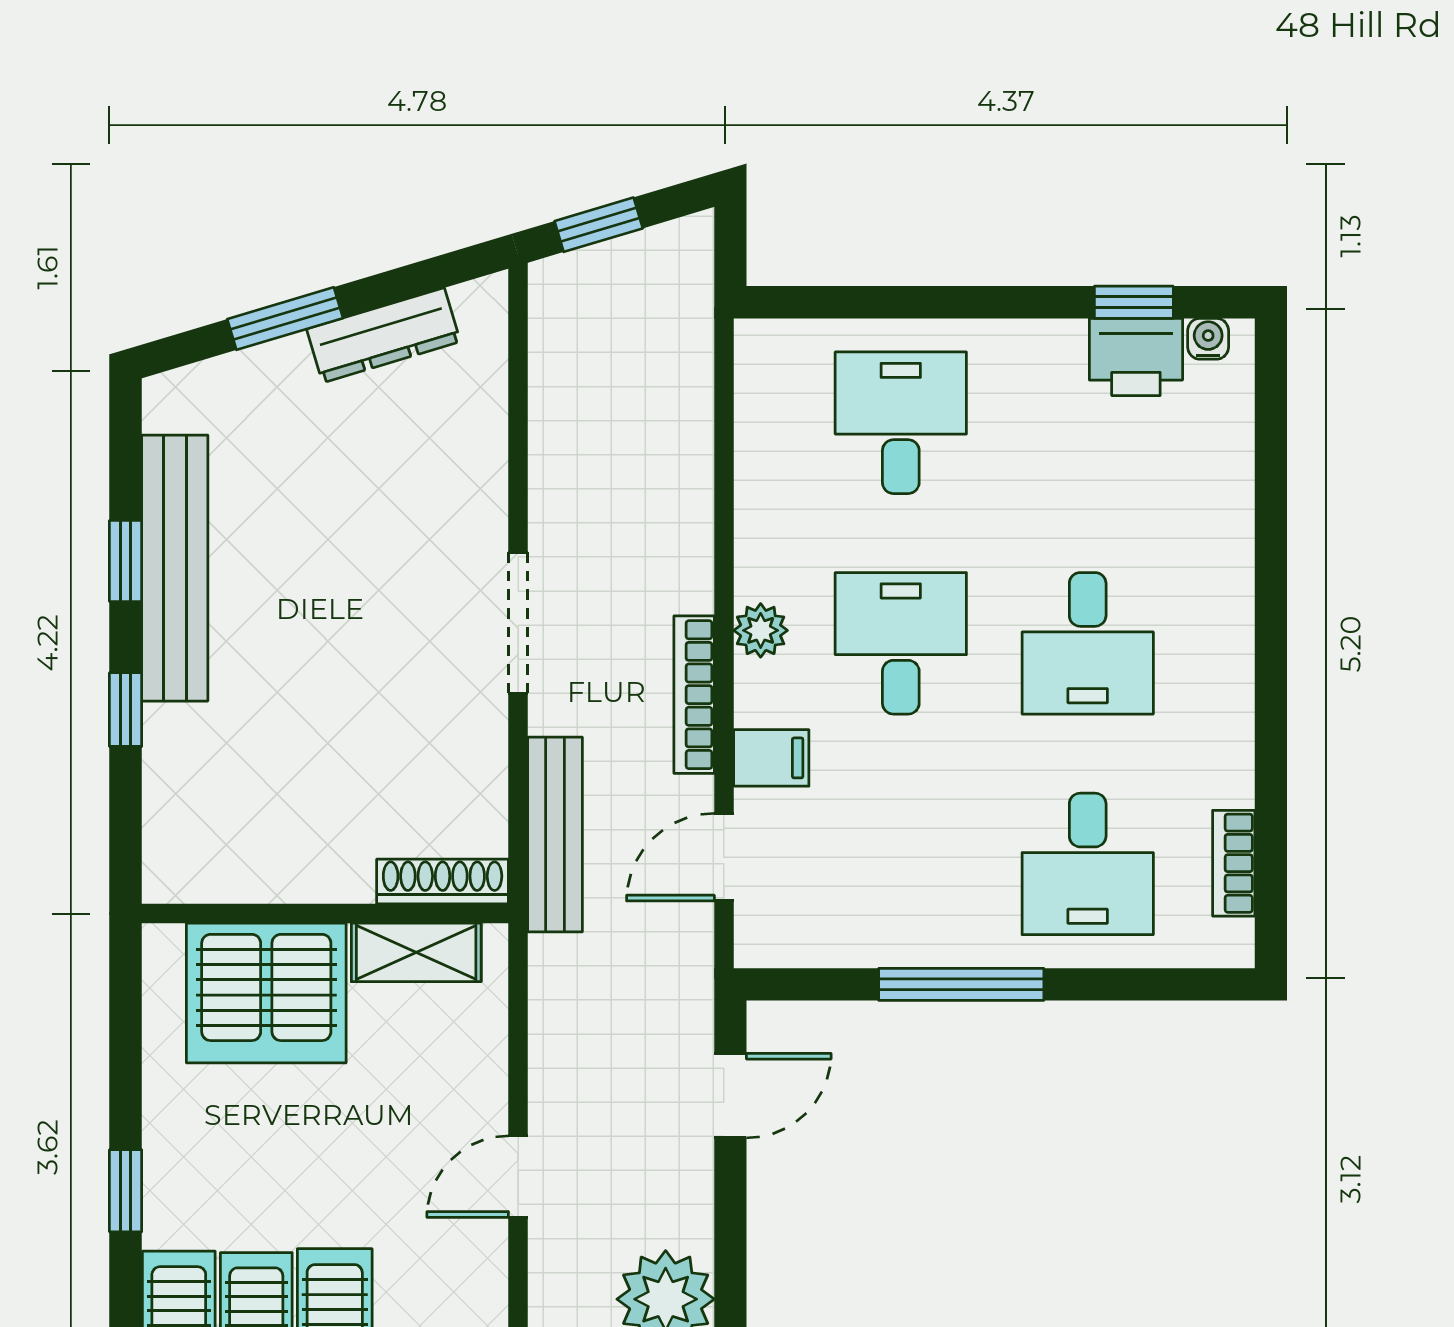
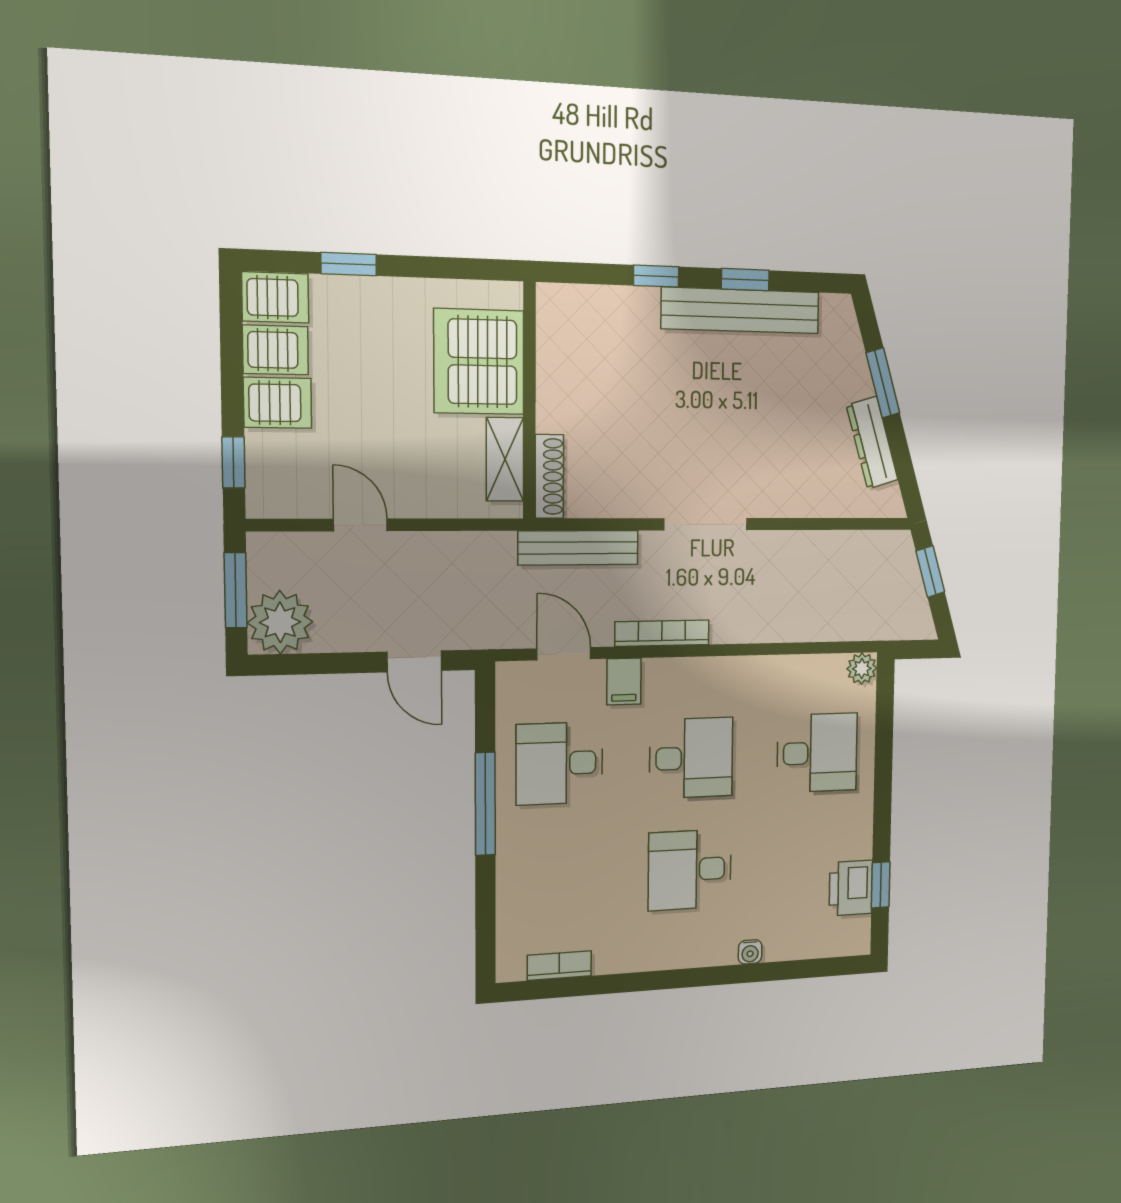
water cooler: (1208, 339) -> (750, 952), moved, turned 90
plant: (761, 630) -> (862, 669), moved
desk: (1088, 864) -> (559, 763), moved

